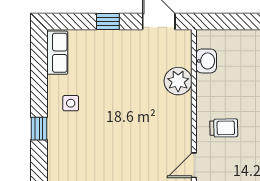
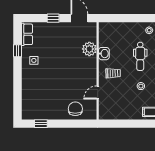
washbasin: (206, 61) -> (104, 54), moved
window: (39, 129) -> (17, 51), moved

